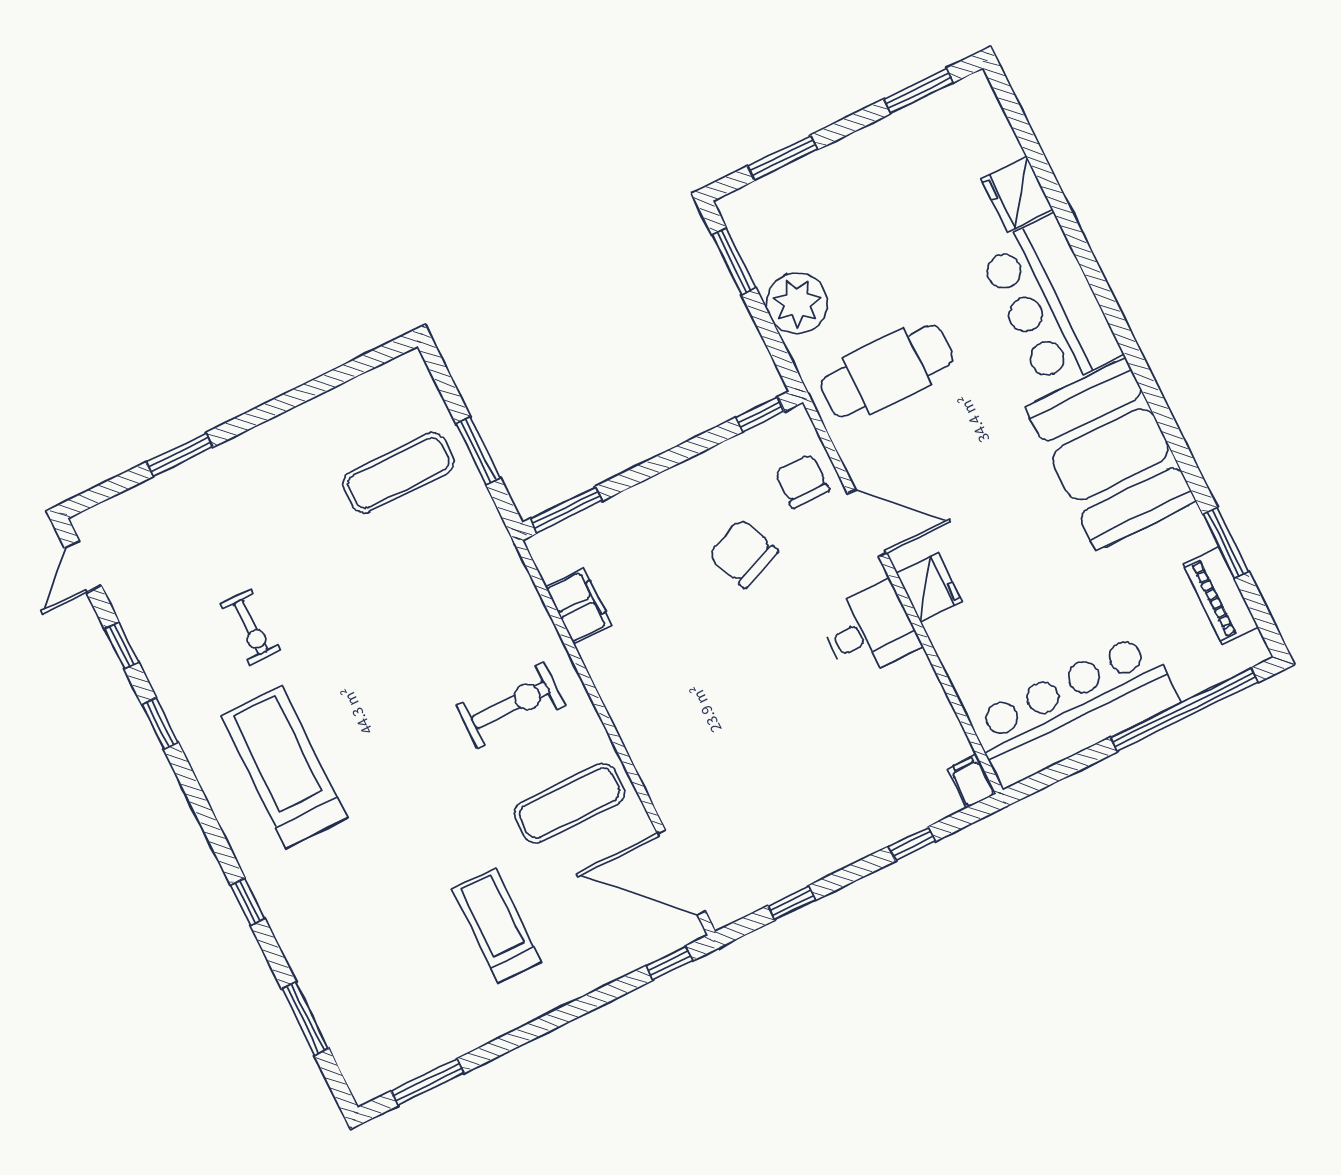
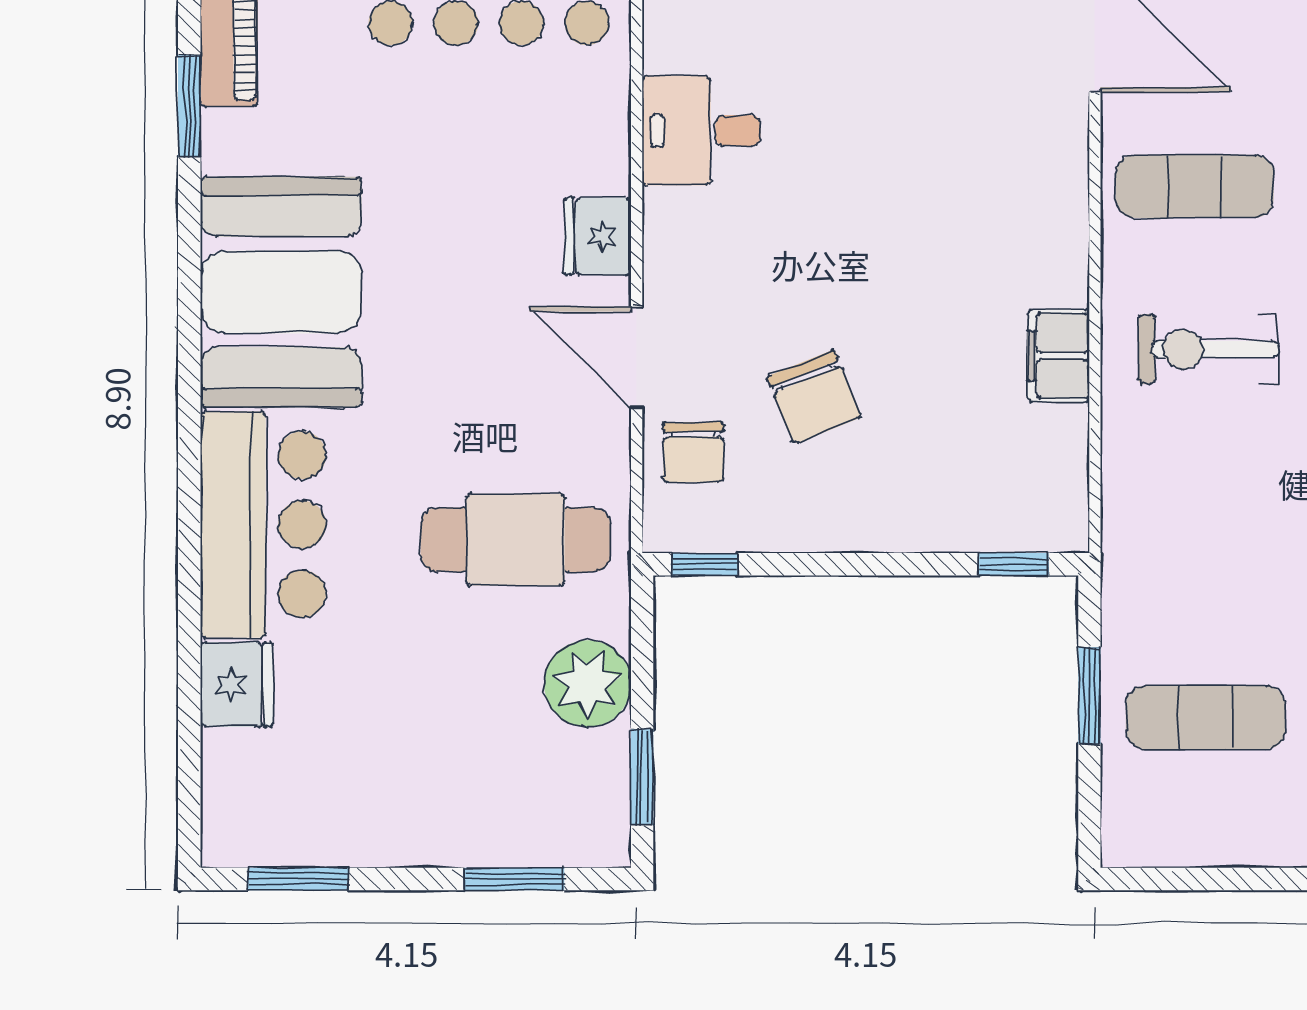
window: (566, 510) -> (1014, 564), width x0.67
filing cabinet: (579, 606) -> (1059, 356), moved
desk: (869, 630) -> (701, 131), moved

